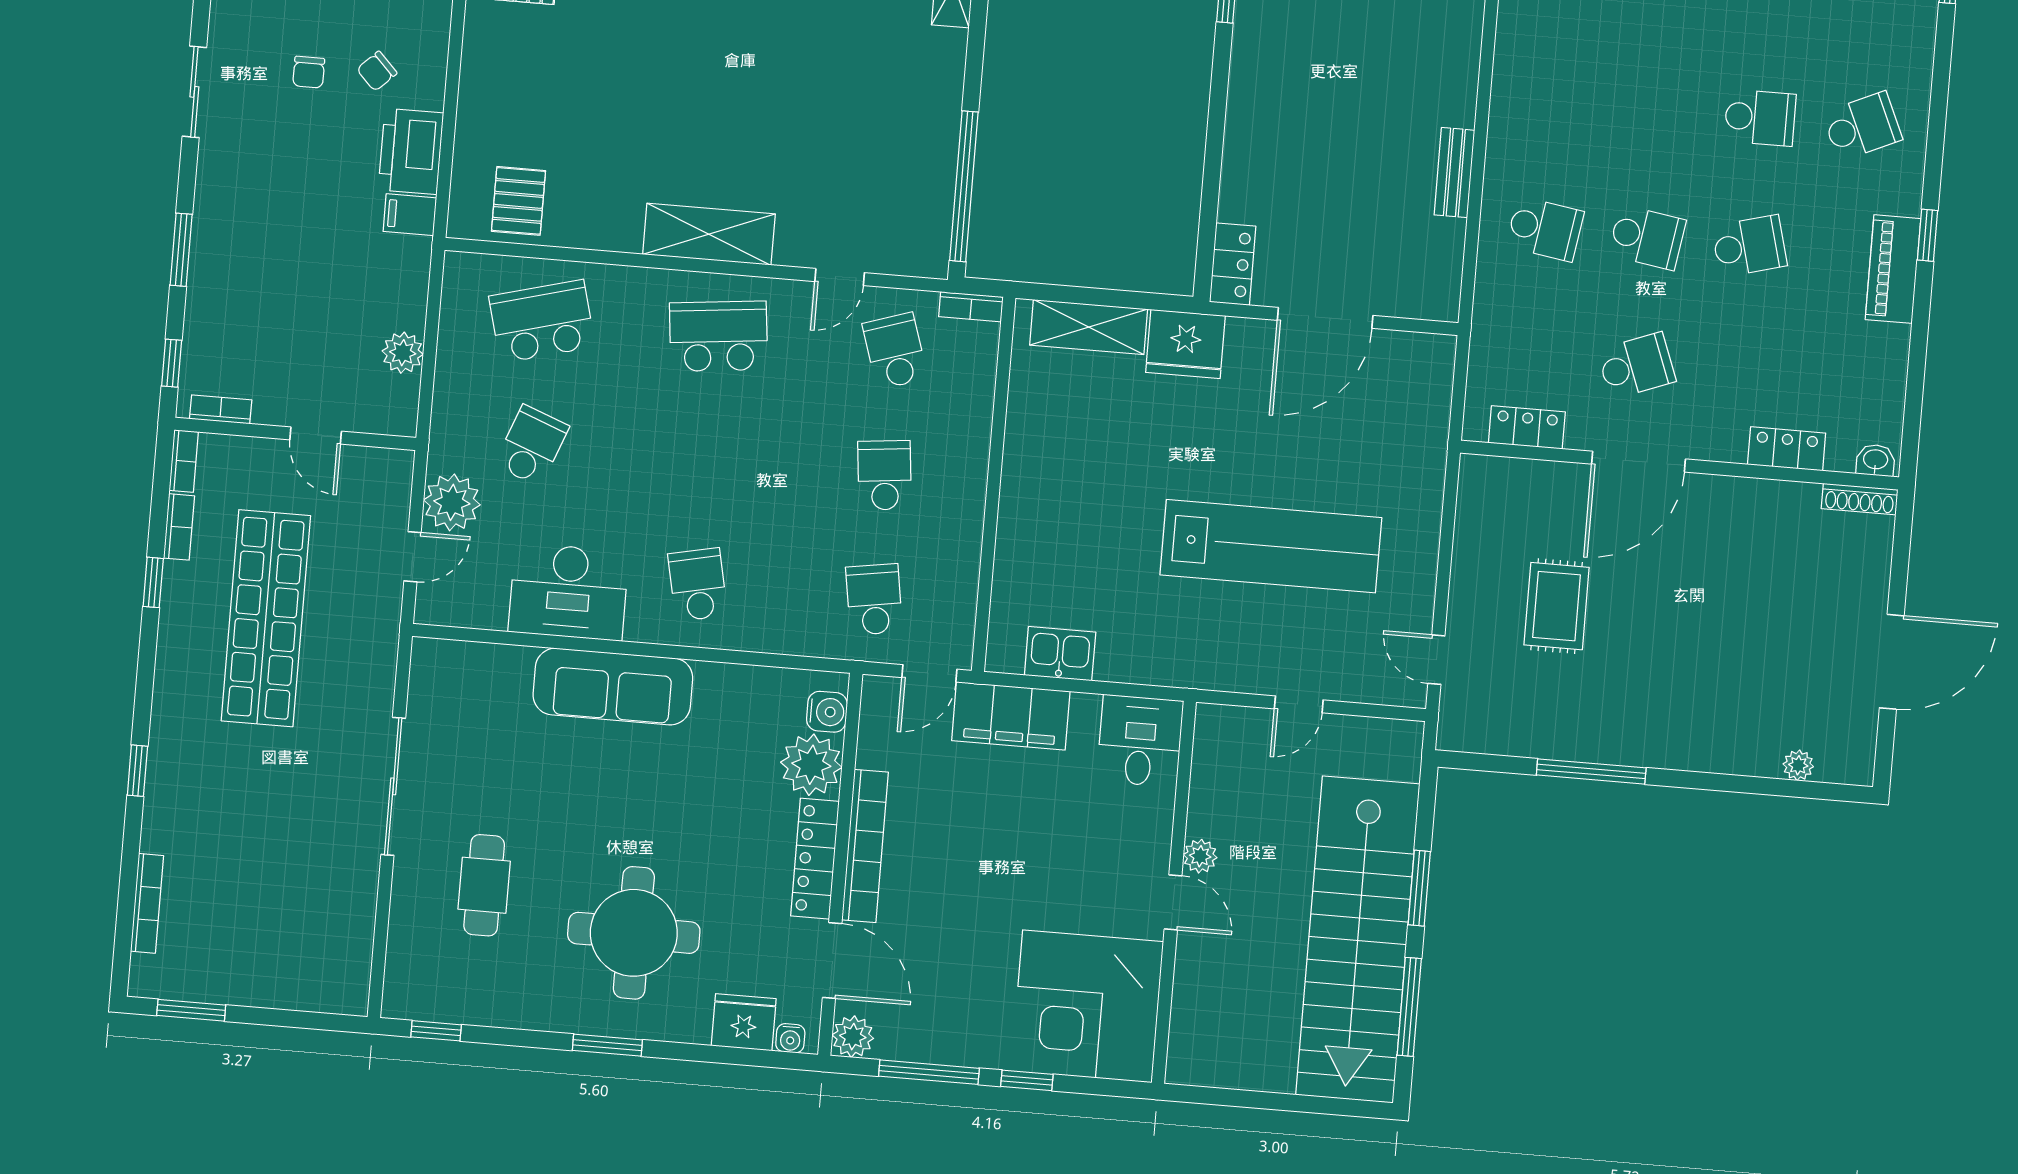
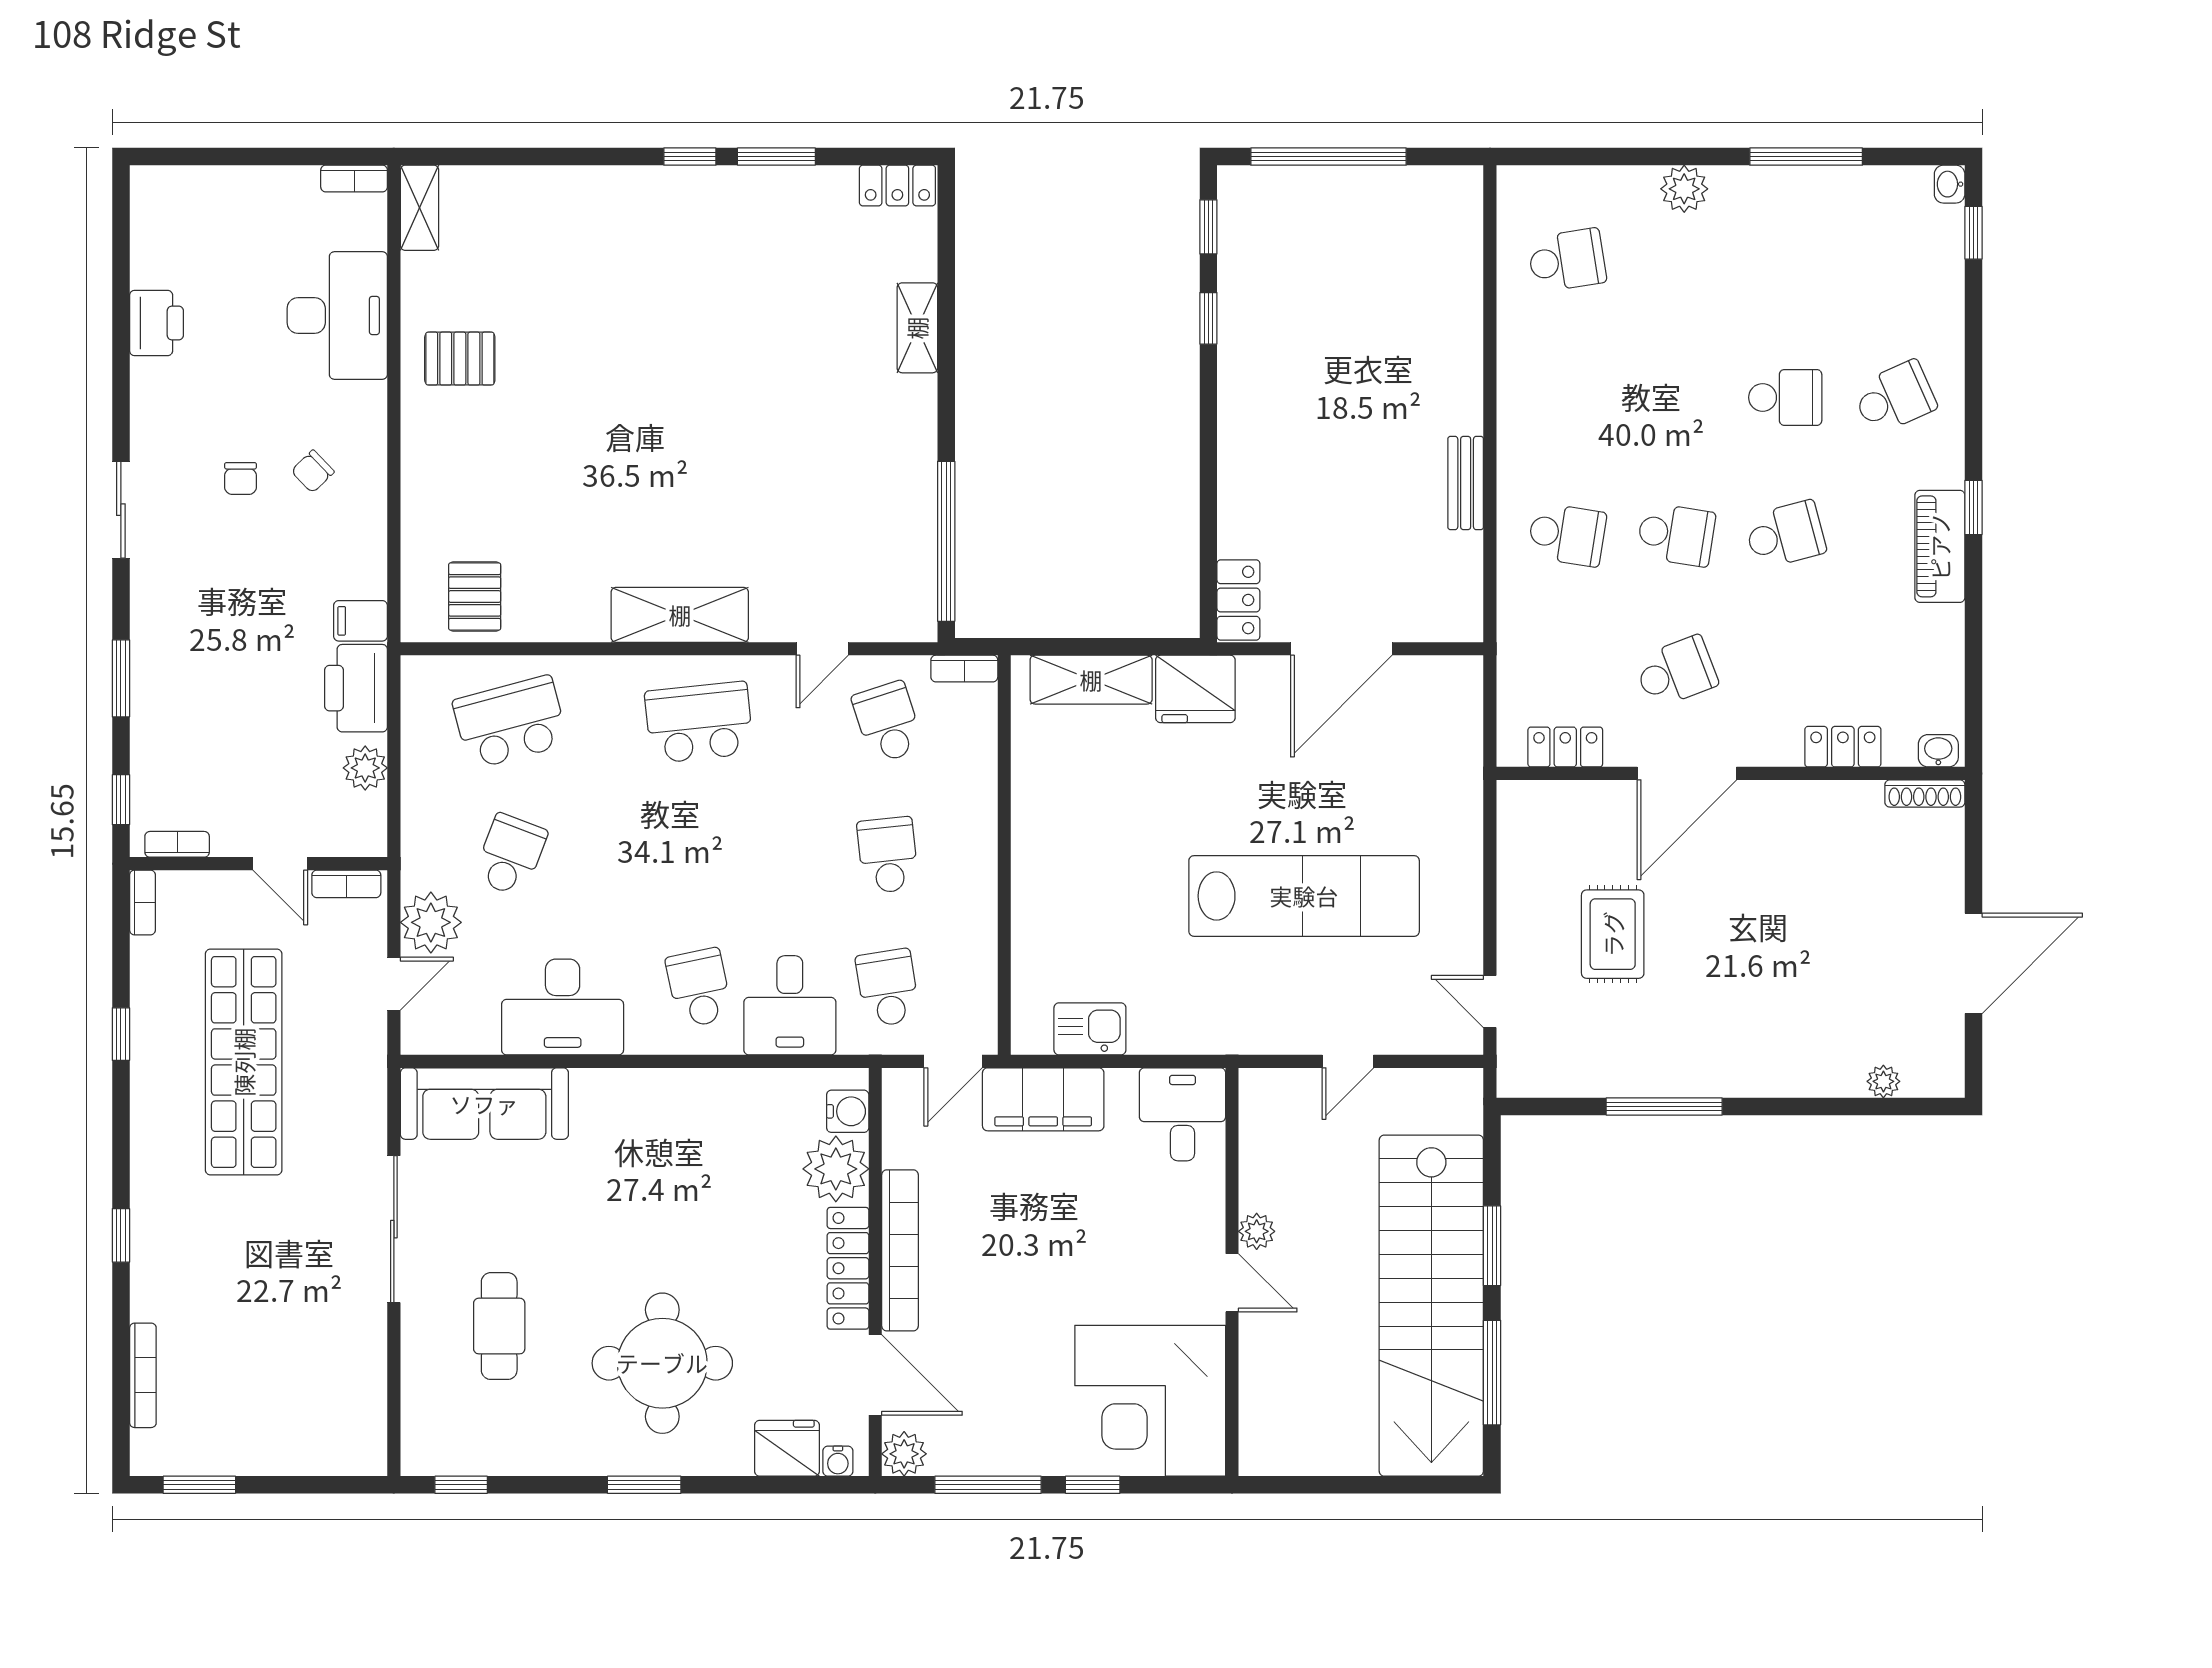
printer: (411, 151) -> (356, 688), moved
bookcase: (179, 527) -> (346, 884), moved, turned 90
desk: (781, 608) -> (790, 1005), added
sofa: (613, 686) -> (484, 1104), moved

